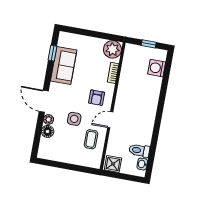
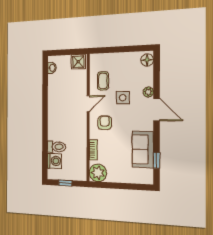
floor lamp: (48, 131) -> (147, 60), moved
toilet: (139, 150) -> (57, 147), moved

